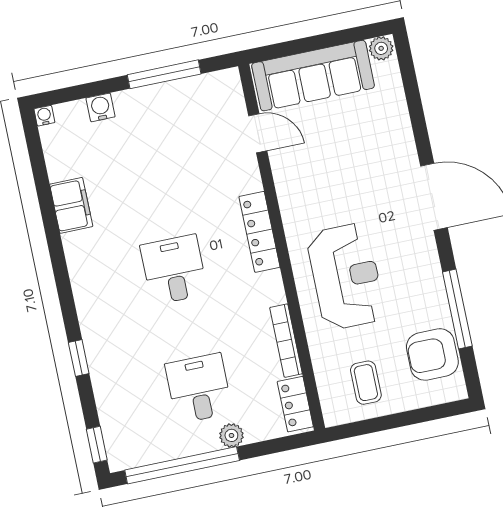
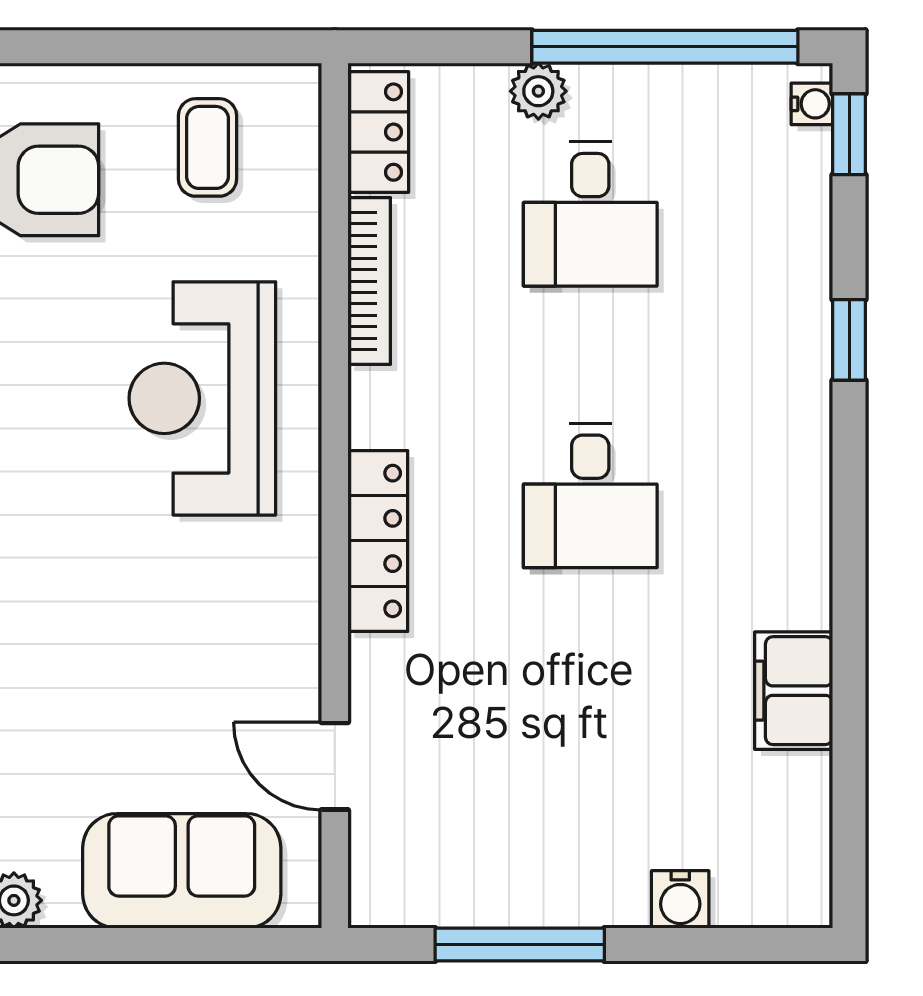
sofa: (313, 76) -> (182, 871), width x0.73
water cooler: (44, 116) -> (812, 104), moved, turned -90

